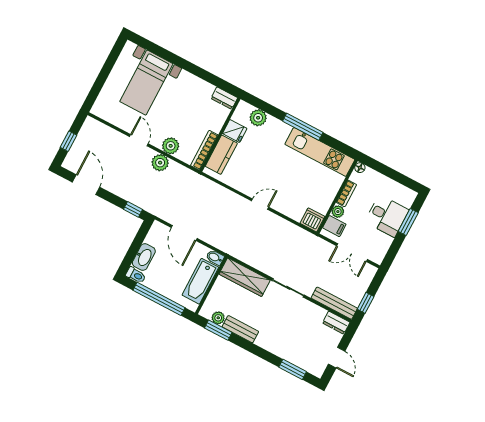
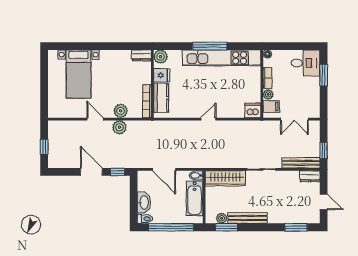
plant: (258, 118) -> (161, 57), moved
kitchen unit: (320, 152) -> (222, 58), width x1.36
door: (86, 185) -> (91, 172), moved
desk: (387, 216) -> (306, 63), moved
bench: (240, 329) -> (247, 218), width x1.36

